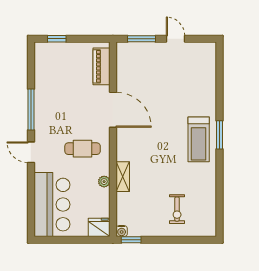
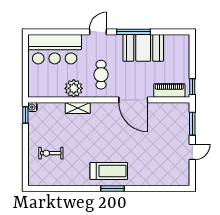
window: (57, 39) -> (192, 87), moved
booth: (50, 98) -> (143, 48), added
door: (113, 110) -> (133, 100), hinge flipped
treadmill: (199, 139) -> (109, 171), turned 180
plant: (104, 182) -> (74, 88), width x1.87, depth x1.87
fridge: (99, 227) -> (36, 88), removed

